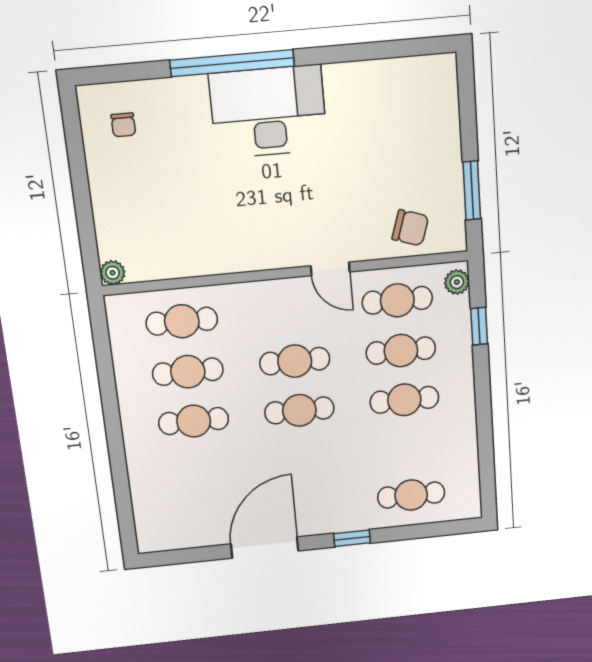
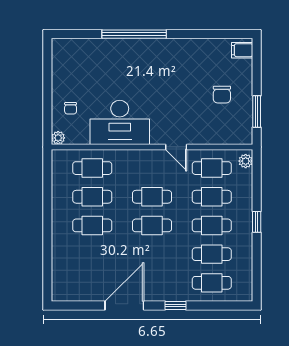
filing cabinet: (439, 77) -> (242, 50), added
desk: (268, 112) -> (120, 122), moved, turned 180
chair: (123, 125) -> (71, 108), moved
chair: (410, 228) -> (222, 95), moved, turned 72
window: (479, 326) -> (257, 222), moved
cafe table: (408, 448) -> (212, 254), added

